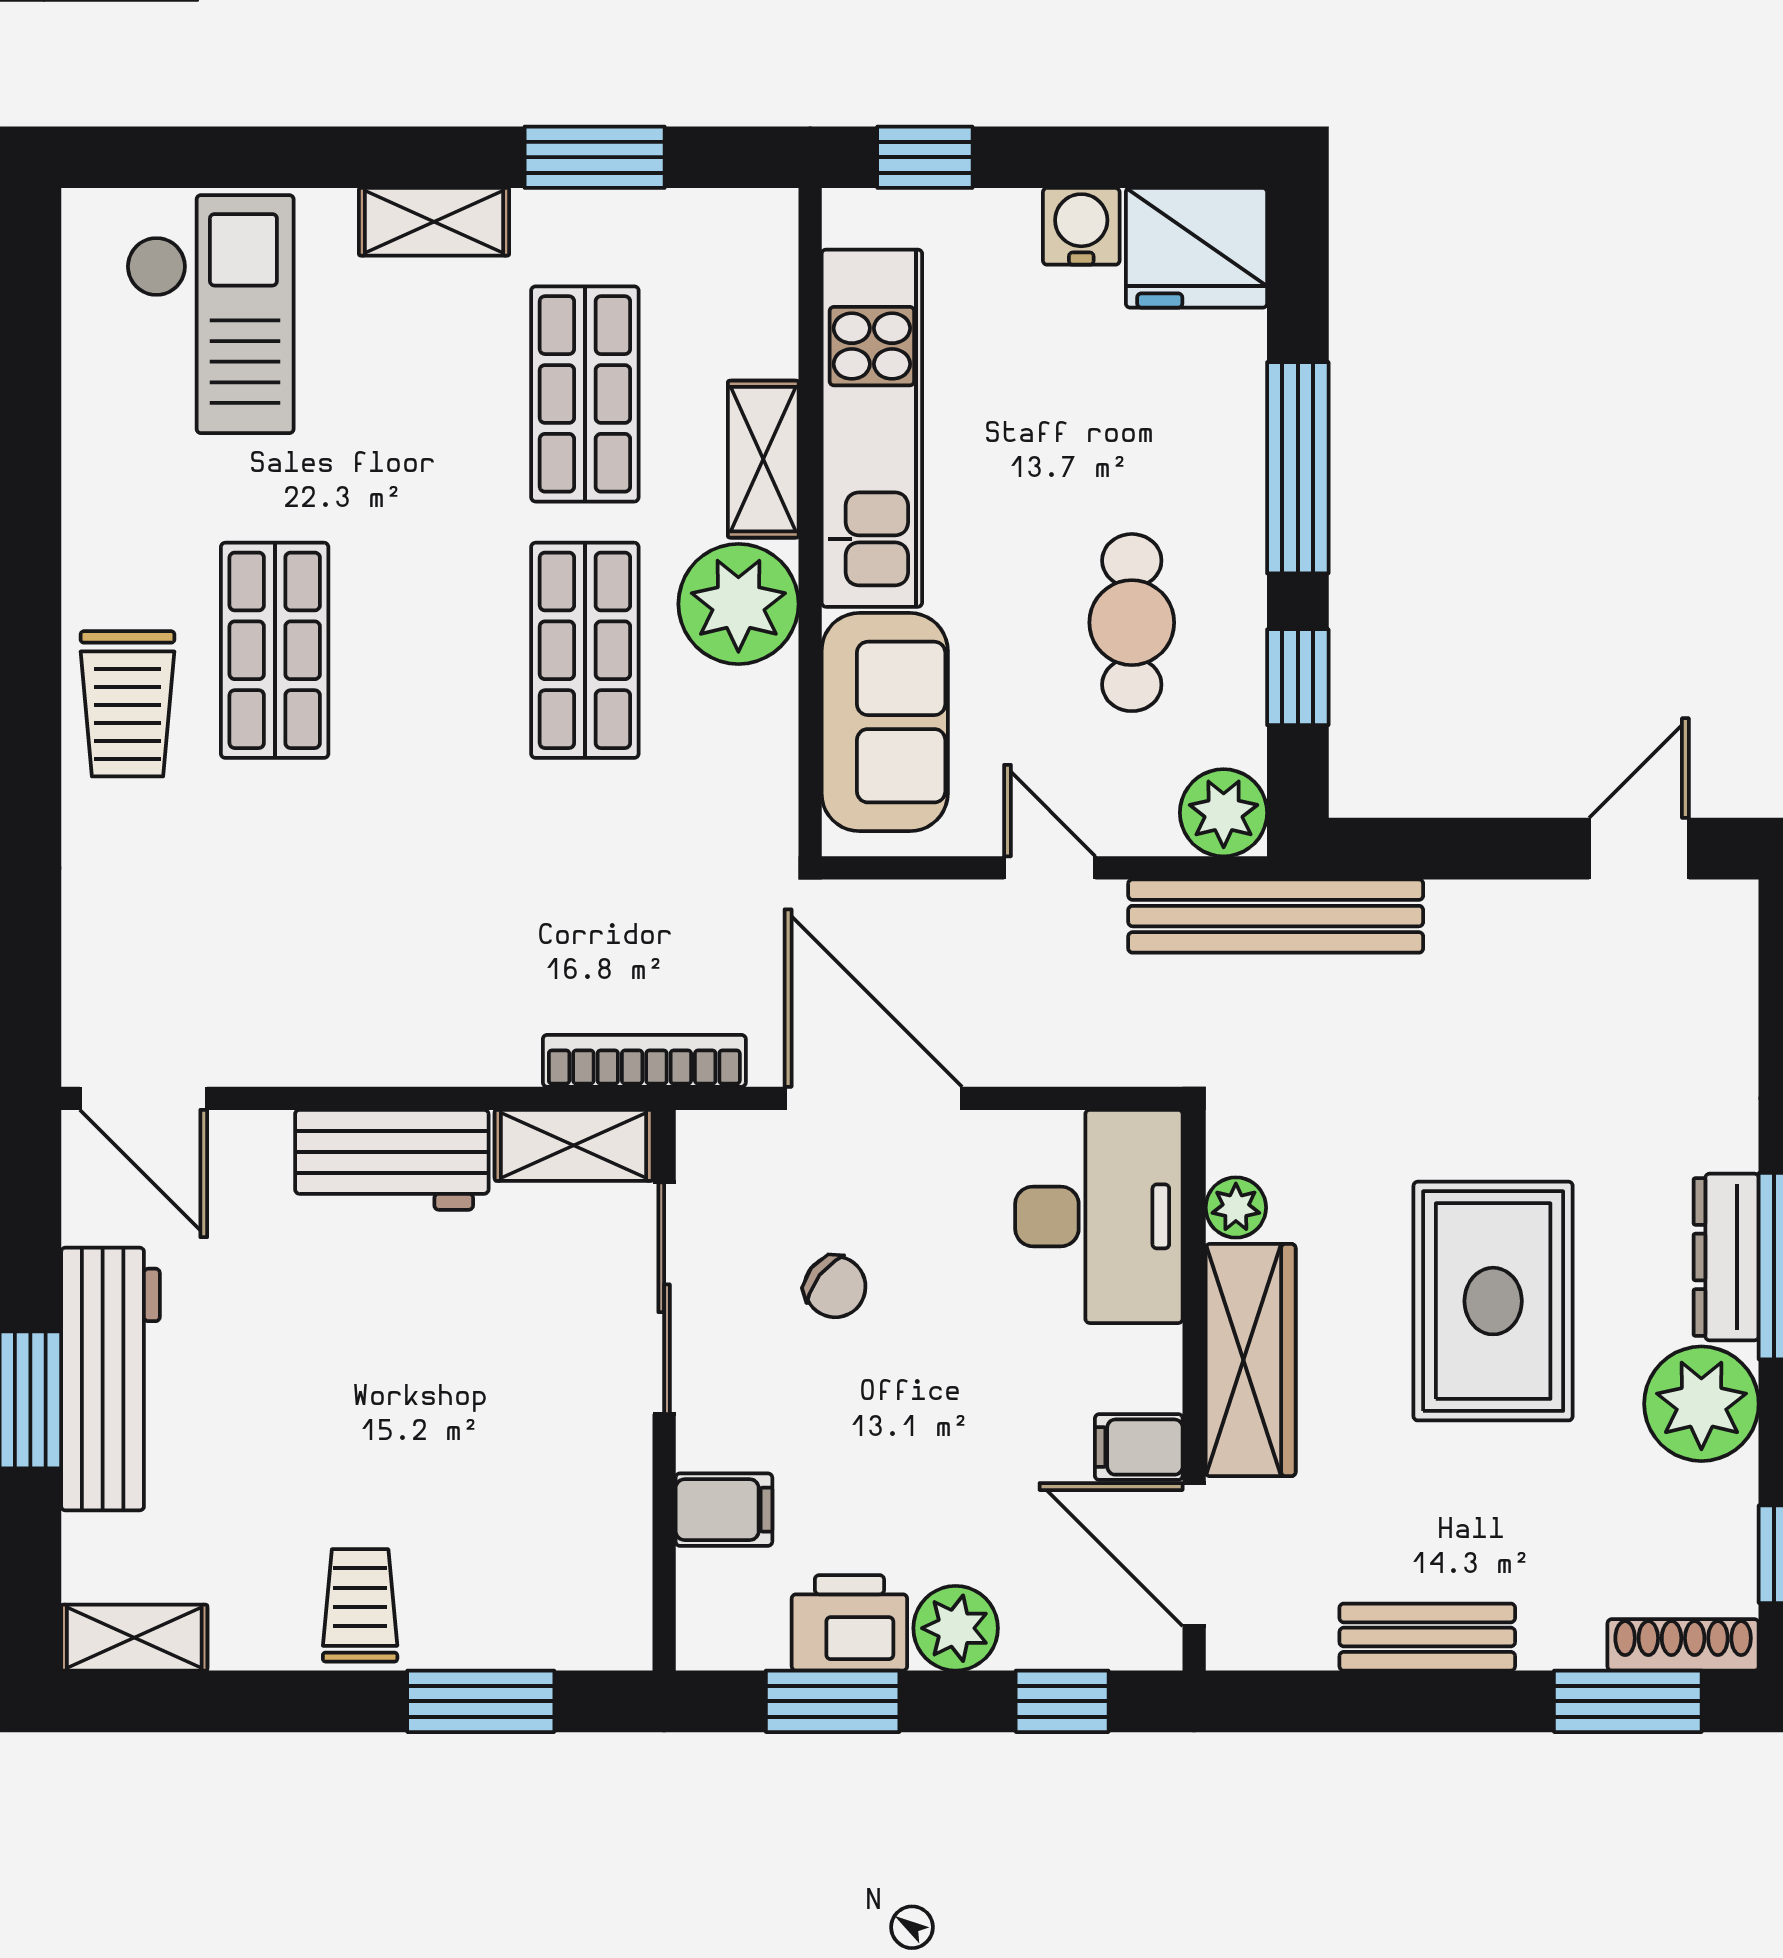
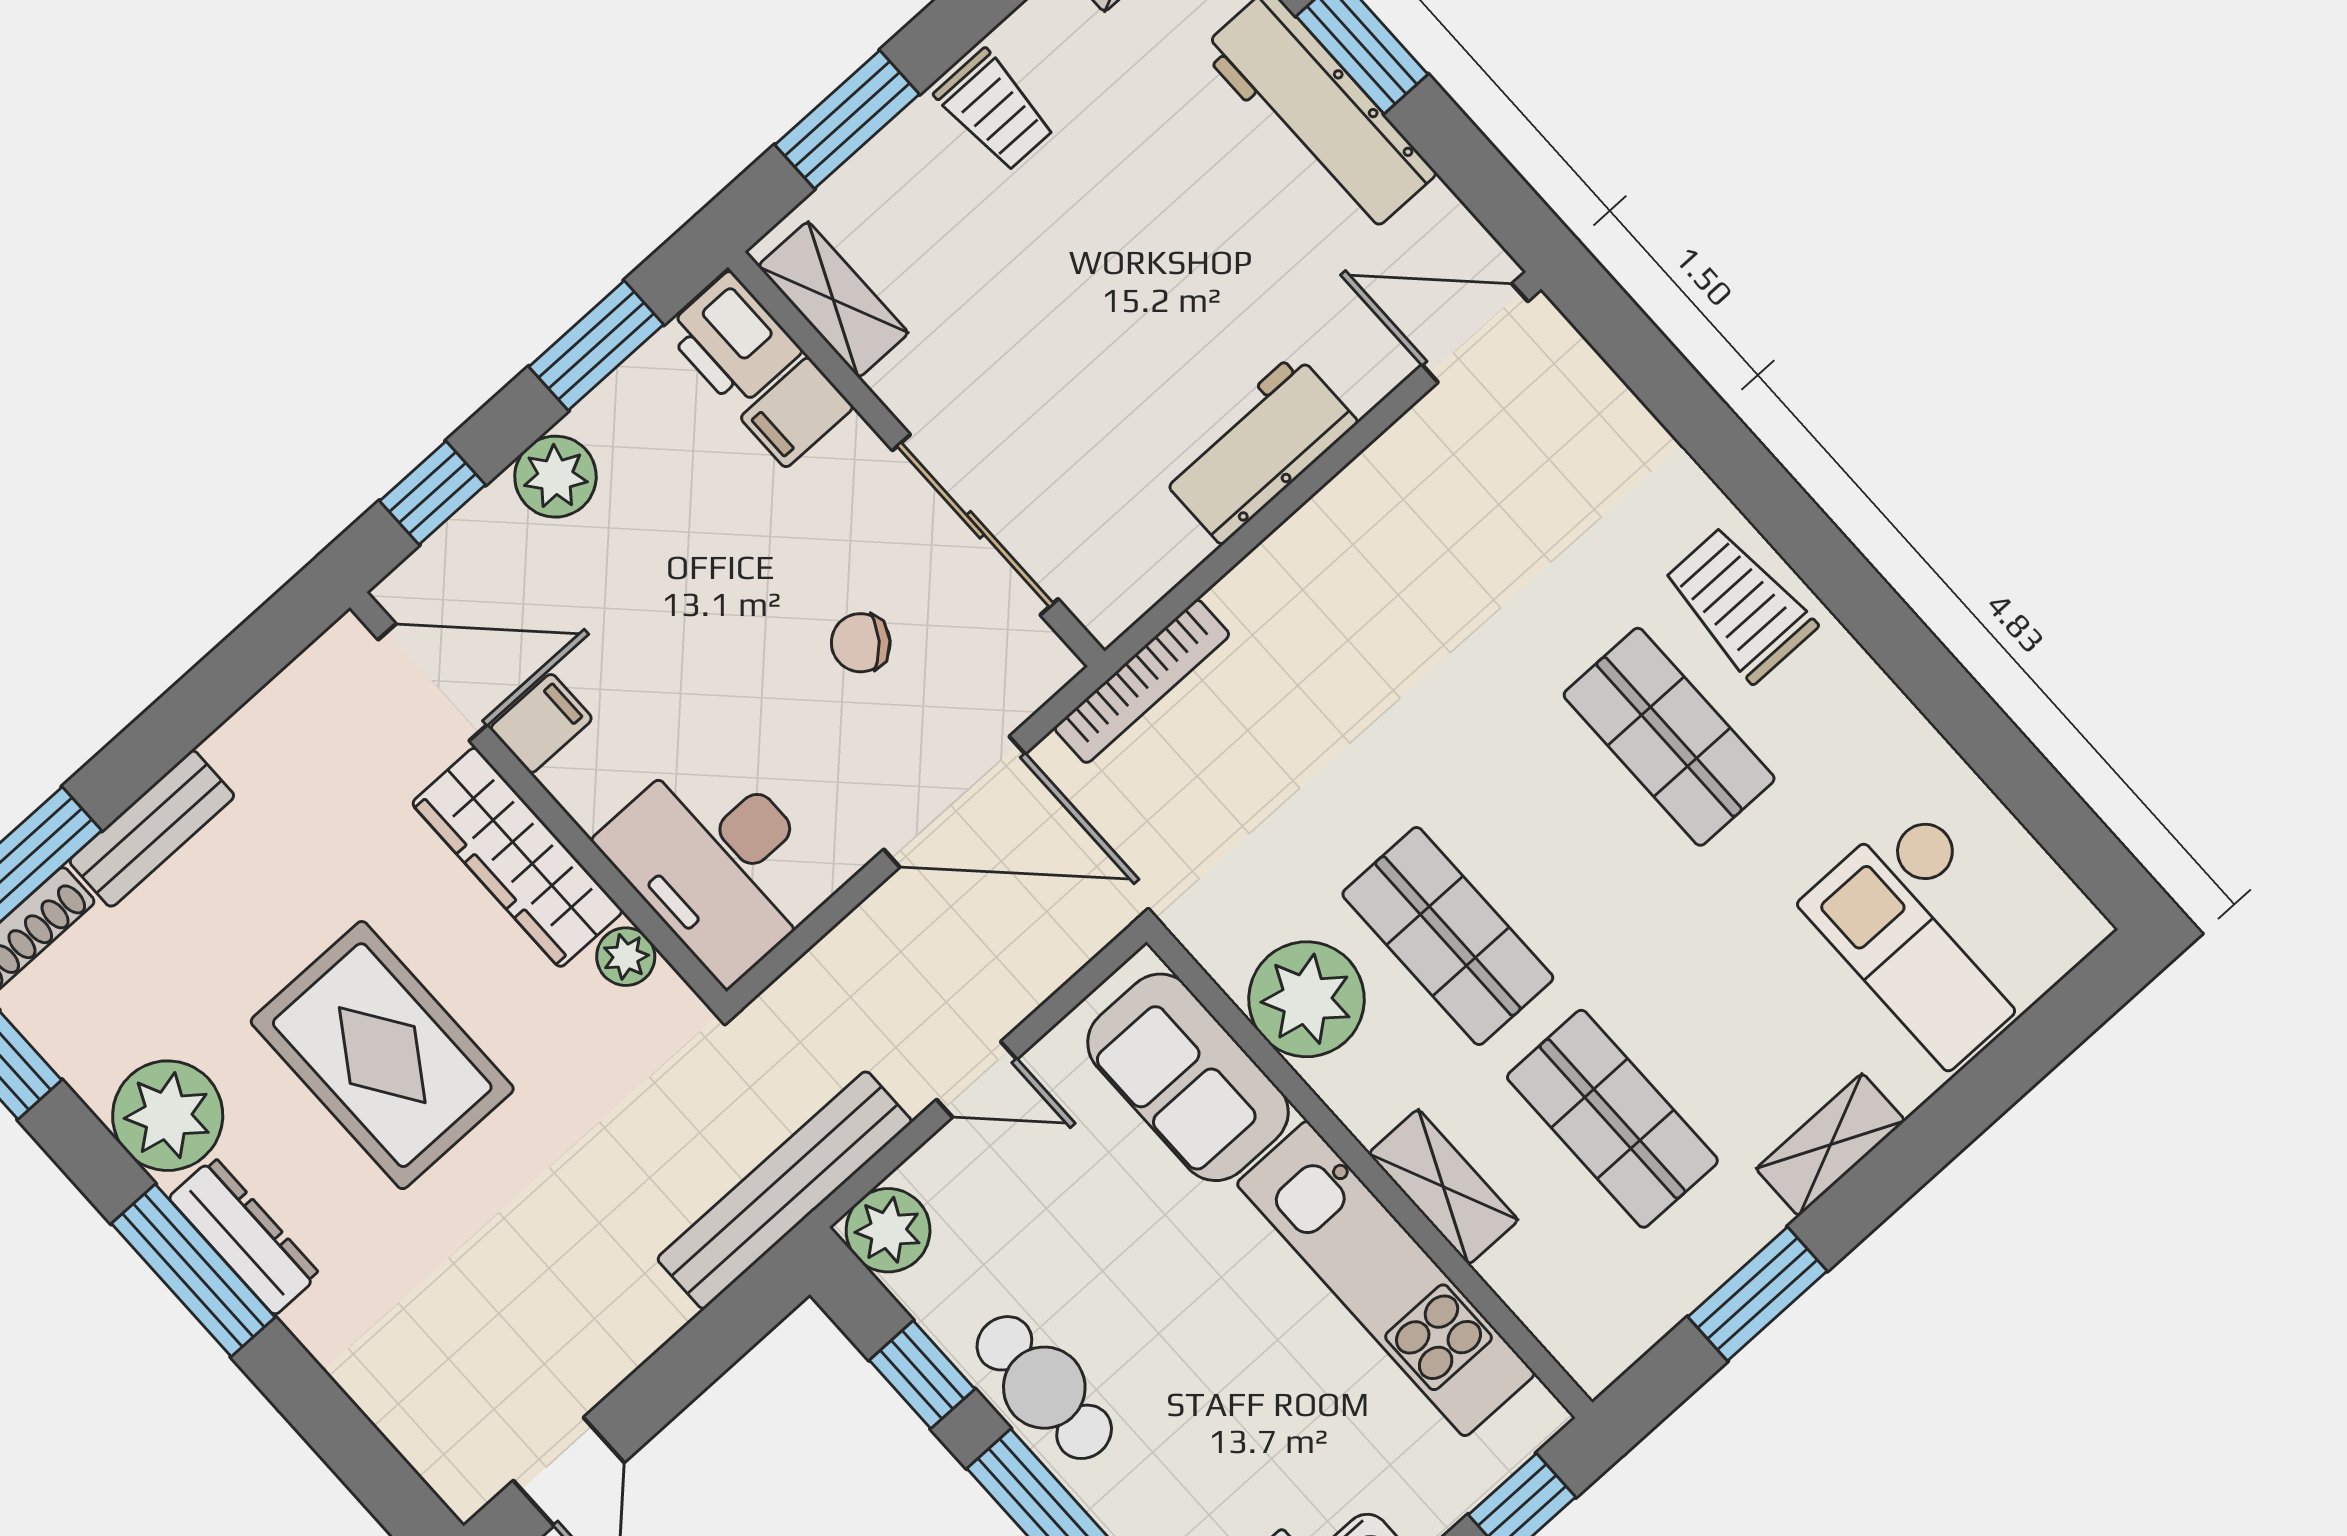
plant: (738, 604) -> (1307, 999), moved
cafe table: (1132, 623) -> (1044, 1388), moved
shelving: (574, 1145) -> (833, 300), moved, turned 90
printer: (849, 1623) -> (733, 341), moved, turned 90
bench: (1427, 1637) -> (152, 829), moved

